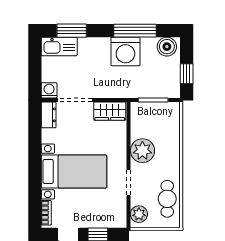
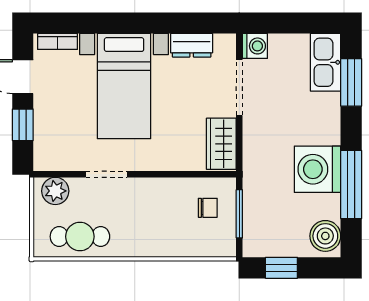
dresser: (49, 115) -> (192, 45), moved
chair: (149, 120) -> (208, 208), added
plant: (142, 151) -> (158, 197), removed

